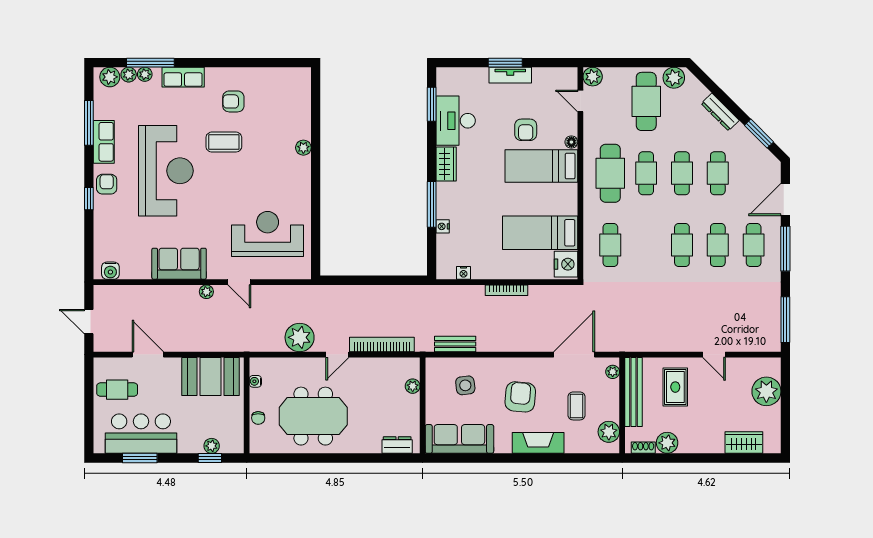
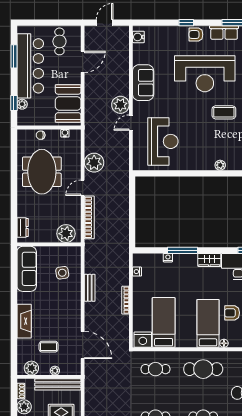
coffee table: (224, 142) -> (224, 112), turned 90
cafe table: (646, 173) -> (203, 393), removed
armchair: (107, 184) -> (196, 35), turned 180
plant: (206, 292) -> (120, 105), width x1.87, depth x1.87
bench: (455, 344) -> (90, 288), moved
door: (337, 355) -> (83, 188), hinge flipped
plant: (613, 372) -> (55, 371), moved
plant: (413, 386) -> (66, 234), width x1.87, depth x1.87
armchair: (520, 397) -> (55, 309), removed
bar counter: (141, 434) -> (30, 66), width x1.36

